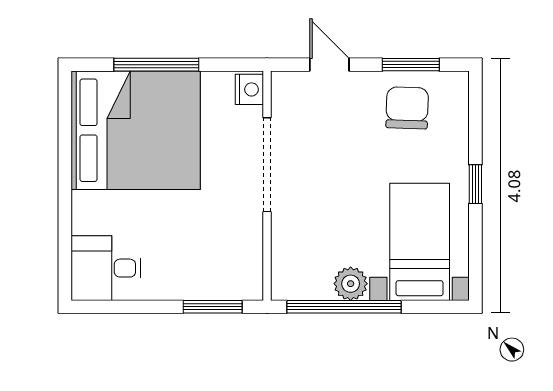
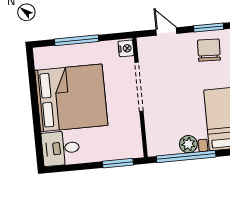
bed: (136, 130) -> (71, 98), moved

